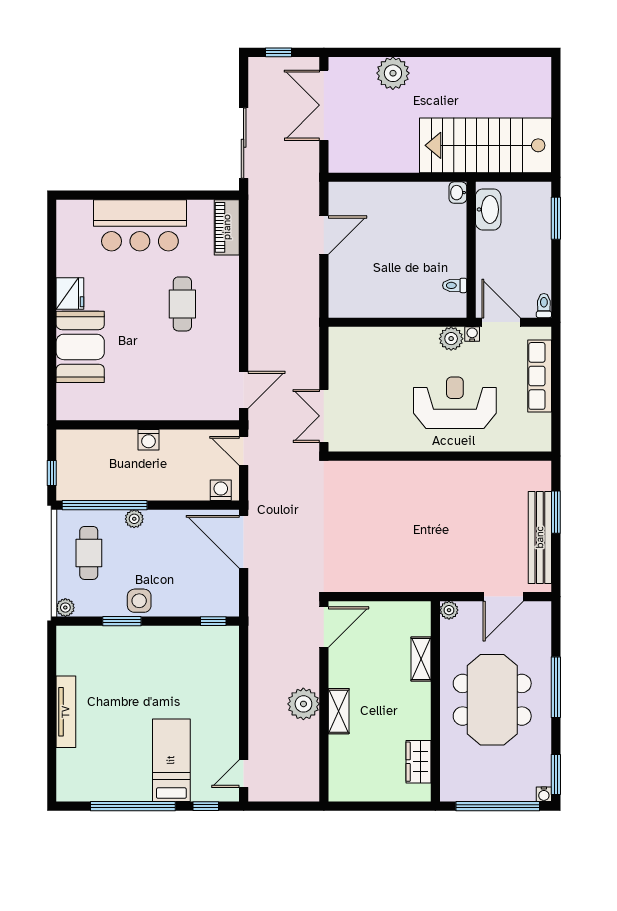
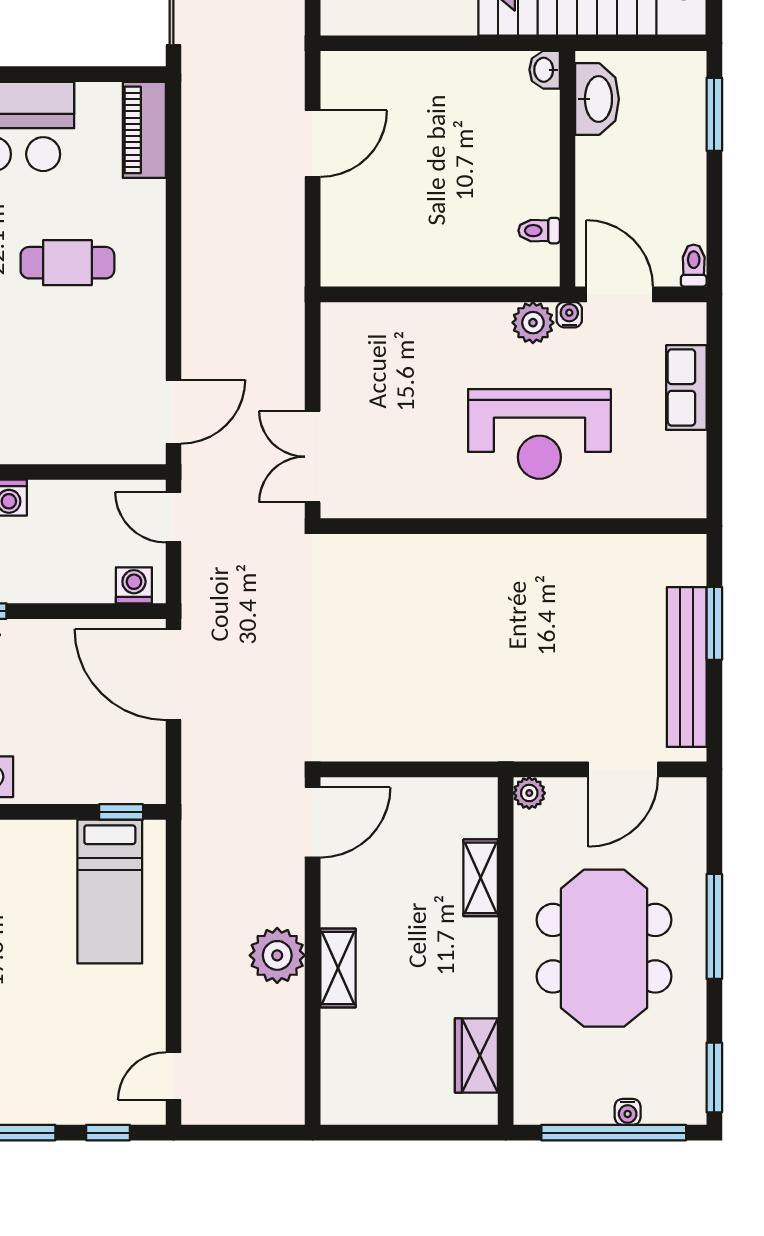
cafe table: (182, 304) -> (67, 263), turned 90
row of seats: (540, 376) -> (686, 387), width x0.68
reception desk: (455, 403) -> (539, 434), turned 180
bed: (171, 760) -> (110, 892), moved, turned 180
water cooler: (544, 794) -> (628, 1112), moved

